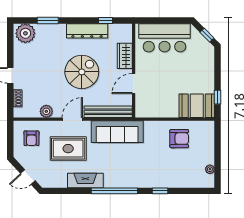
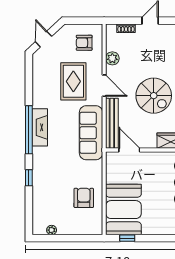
door: (134, 84) -> (129, 150), moved
booth: (197, 106) -> (123, 210), width x1.36, depth x1.42
armchair: (179, 139) -> (84, 198), turned 180
fireplace: (85, 180) -> (40, 127), moved

